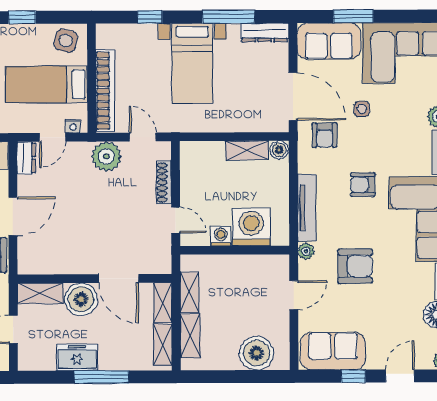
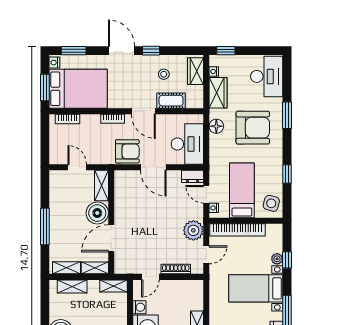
plant: (148, 32) -> (277, 259), added
shelving: (189, 292) -> (113, 286), moved
freezer: (77, 357) -> (58, 210), removed

